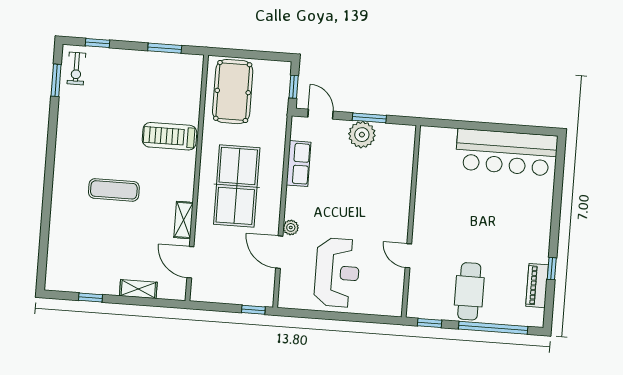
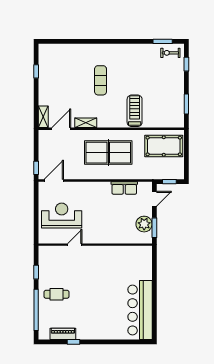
wall: (411, 221) -> (95, 245), moved
plant: (291, 227) -> (86, 186), removed
door: (279, 252) -> (54, 181), moved
door: (408, 256) -> (75, 245), moved
reception desk: (337, 273) -> (62, 216), turned 180
shelving: (138, 289) -> (43, 117), moved
cafe table: (469, 291) -> (57, 294), width x0.73, depth x0.74

